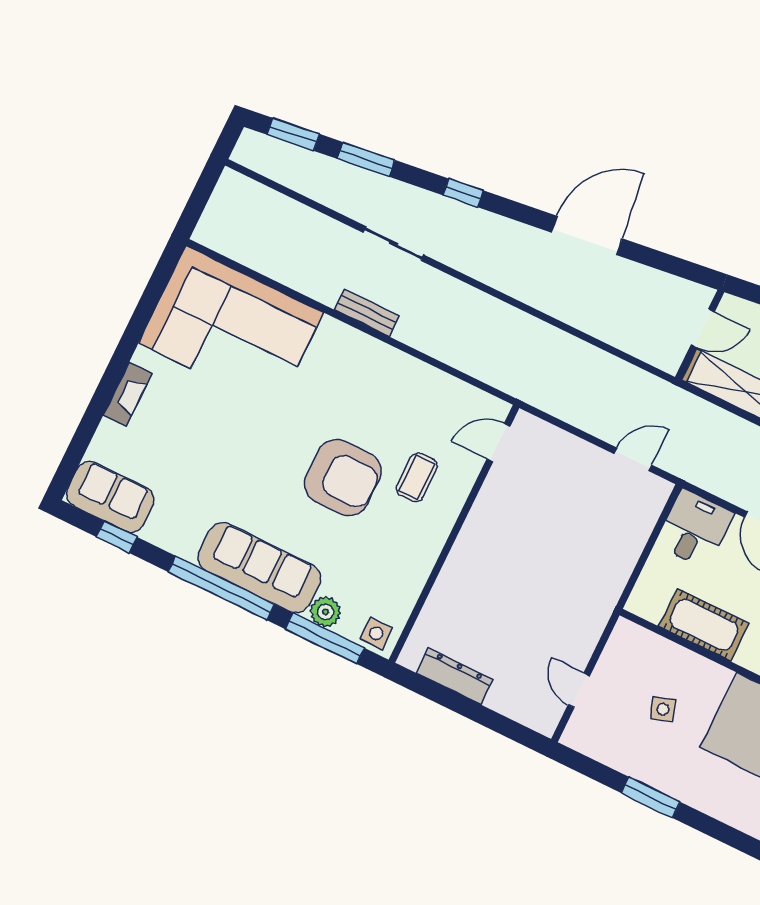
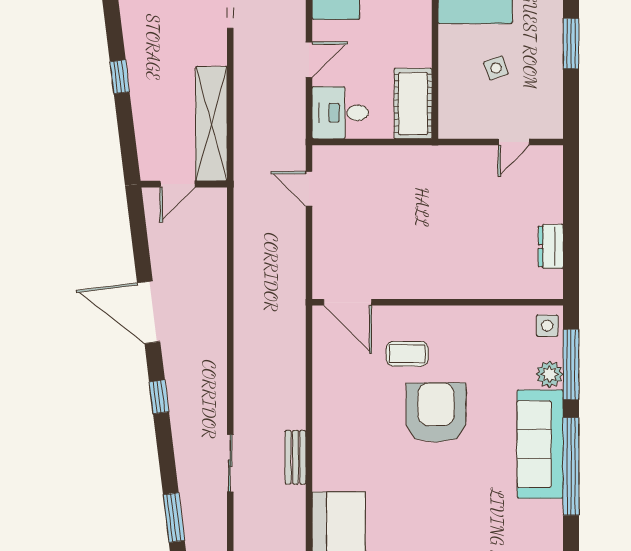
window: (463, 193) -> (159, 397), moved
door: (703, 328) -> (178, 184), swing flipped
door: (498, 443) -> (348, 302), width x1.37
cot: (704, 625) -> (413, 104), moved
dresser: (455, 676) -> (551, 246), width x0.70

